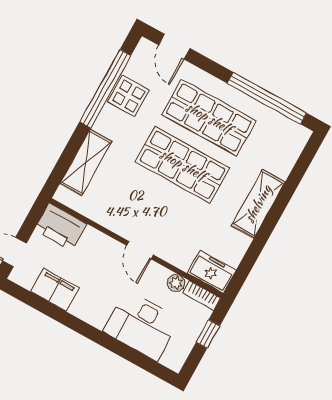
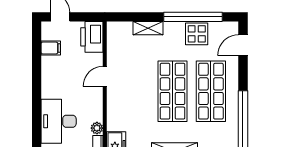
shelving: (86, 162) -> (148, 28), width x0.67, depth x0.75
door: (140, 250) -> (105, 76), moved
filing cabinet: (55, 290) -> (51, 48), width x0.50

